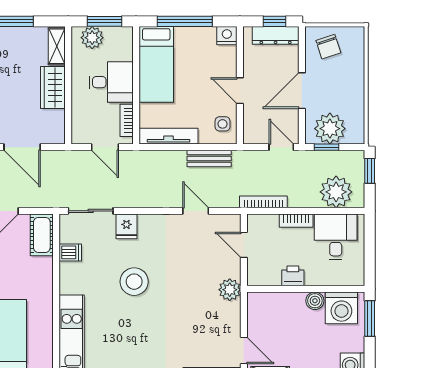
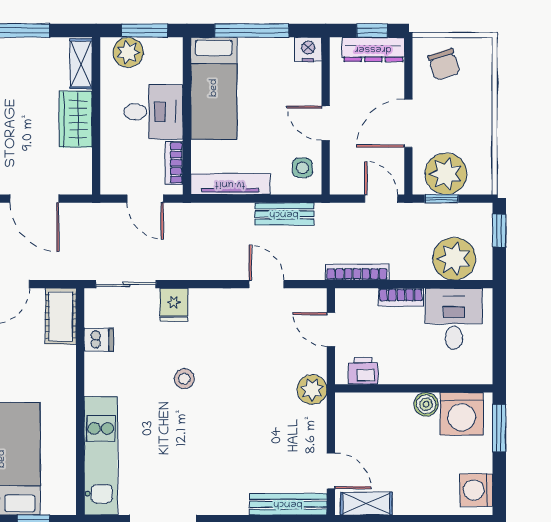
printer: (293, 276) -> (363, 371), moved
stool: (134, 282) -> (184, 379), width x0.53, depth x0.53

